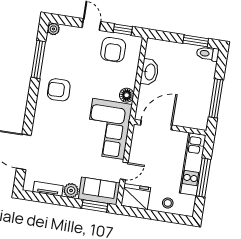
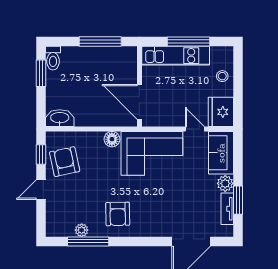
plant: (53, 29) -> (82, 230), moved
armchair: (113, 50) -> (65, 162), turned -102
washbasin: (150, 72) -> (60, 118), moved
window: (95, 206) -> (238, 200), moved

